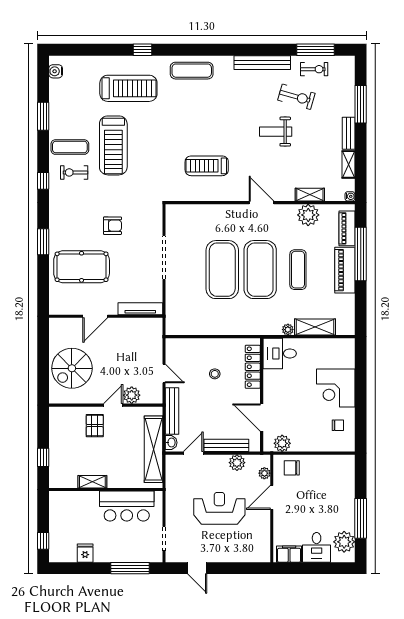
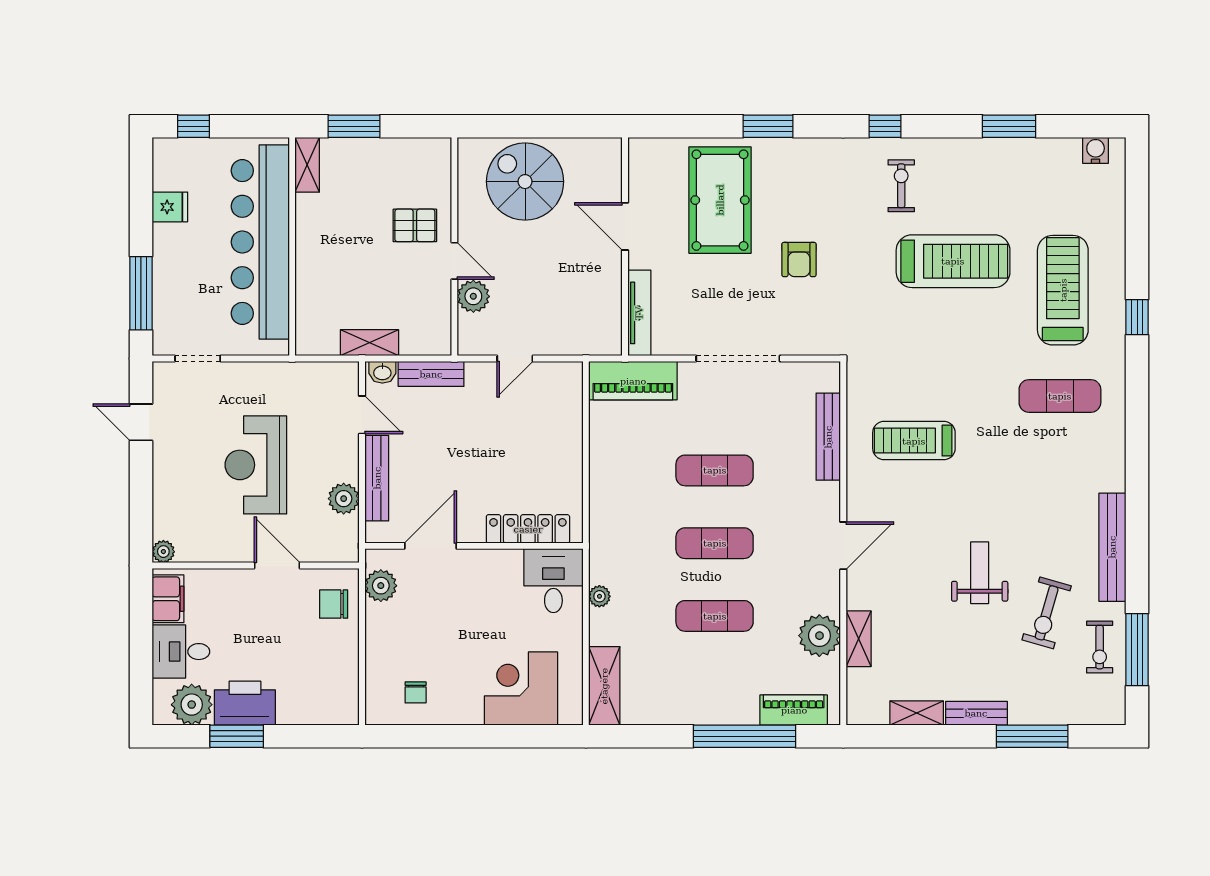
exercise mat: (192, 71) -> (1060, 396), moved, turned 90
treadmill: (128, 88) -> (1063, 290), turned 180
treadmill: (113, 145) -> (953, 261), turned 180
exercise mat: (70, 147) -> (950, 178), removed
treadmill: (207, 166) -> (914, 441), turned -90
water cooler: (350, 196) -> (855, 716), removed
bench: (205, 210) -> (828, 437), added
exercise mat: (222, 270) -> (715, 470), width x0.50, depth x0.69
exercise mat: (260, 270) -> (715, 543), width x0.50, depth x0.69
piano: (345, 270) -> (633, 381), moved, turned 180
shelving: (315, 327) -> (604, 686), moved
stool: (215, 374) -> (514, 456), removed
corner desk: (336, 388) -> (521, 688), moved
bench: (172, 411) -> (431, 374), width x0.73
shelving: (153, 449) -> (369, 343), width x0.45, depth x0.75
window: (43, 457) -> (354, 126), width x1.50
chair: (292, 468) -> (334, 604), turned -90
plant: (264, 473) -> (163, 552), moved
shelving: (92, 482) -> (307, 165), moved
bar counter: (127, 506) -> (260, 242), width x1.86
reception desk: (219, 508) -> (256, 465), turned 180
printer: (343, 514) -> (245, 703), added
window: (361, 518) -> (237, 736), width x0.69
door: (197, 568) -> (141, 422), hinge flipped

